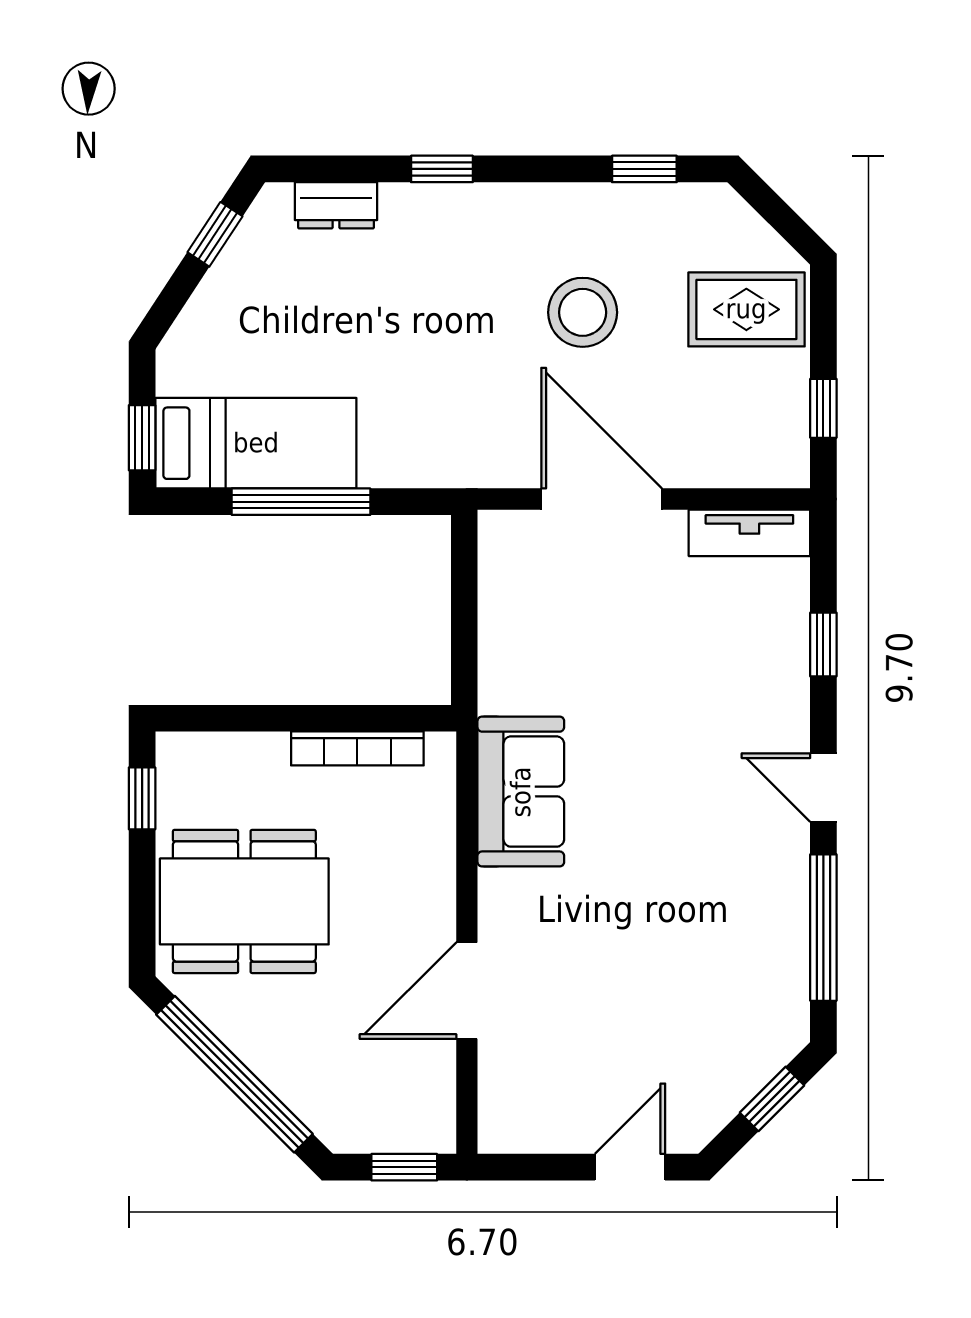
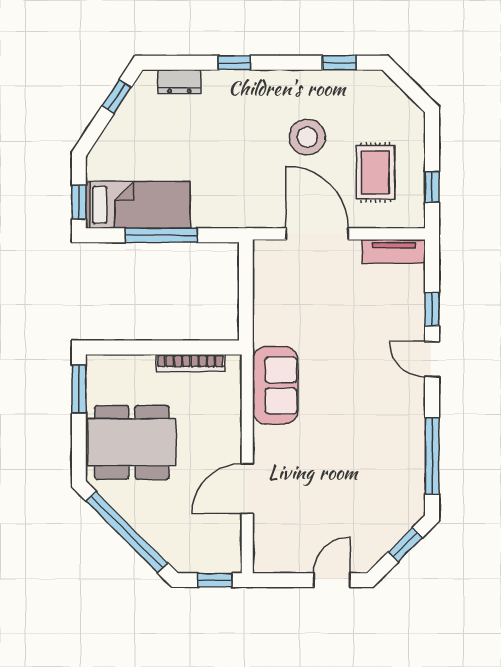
rug: (746, 309) -> (375, 172), moved, turned 90
door: (823, 788) -> (432, 359), moved
window: (142, 798) -> (79, 389), width x1.50

